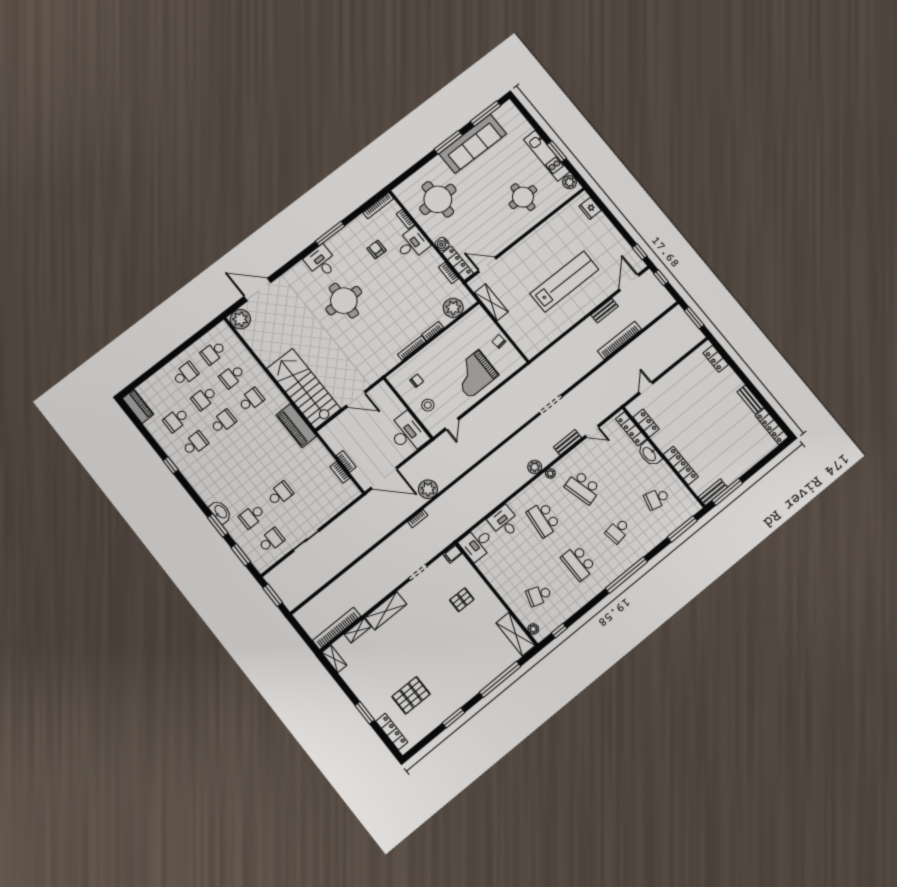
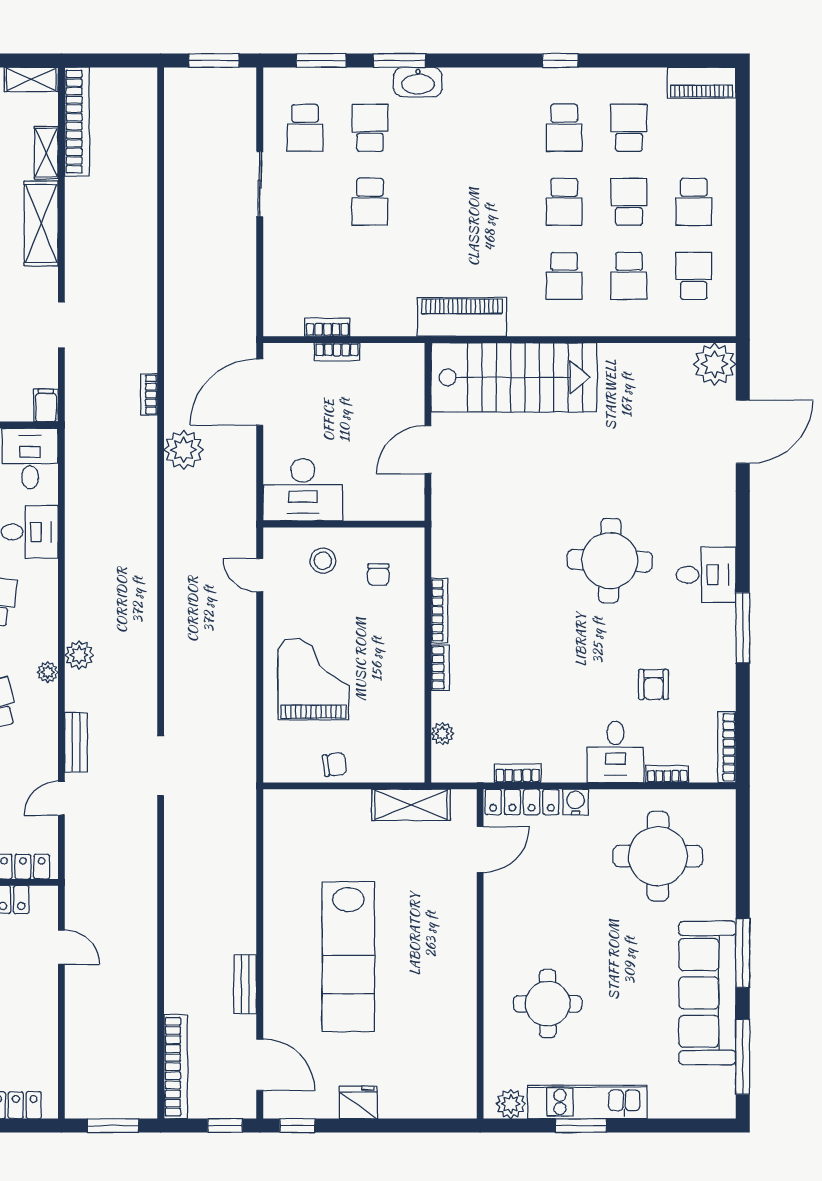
fridge: (590, 208) -> (358, 1102), moved
armchair: (377, 249) -> (654, 684), turned 90
plant: (453, 308) -> (442, 734), width x0.53, depth x0.53
bookcase: (620, 340) -> (176, 1067), moved
school desk: (232, 376) -> (629, 276), turned 180

